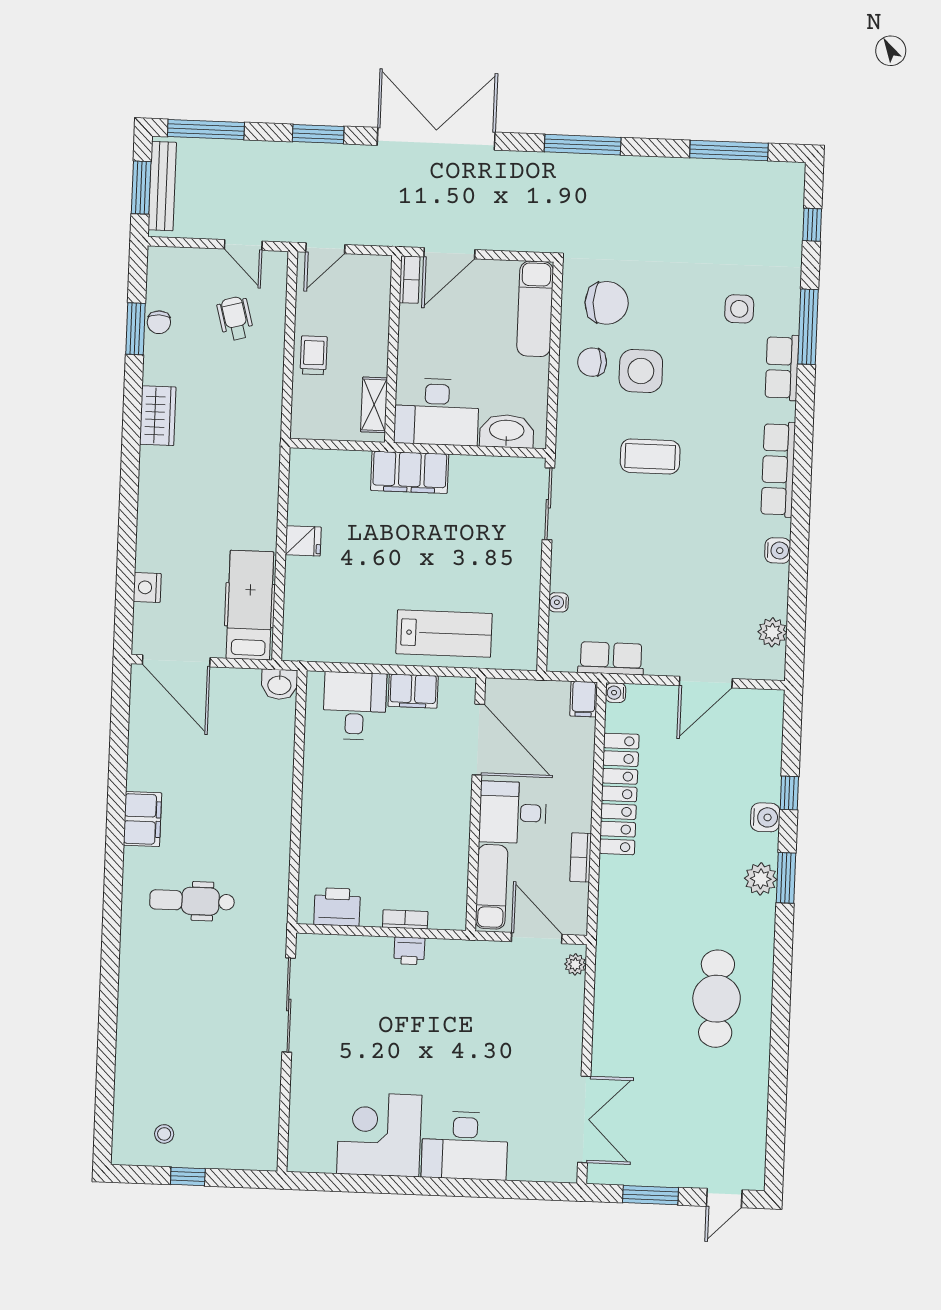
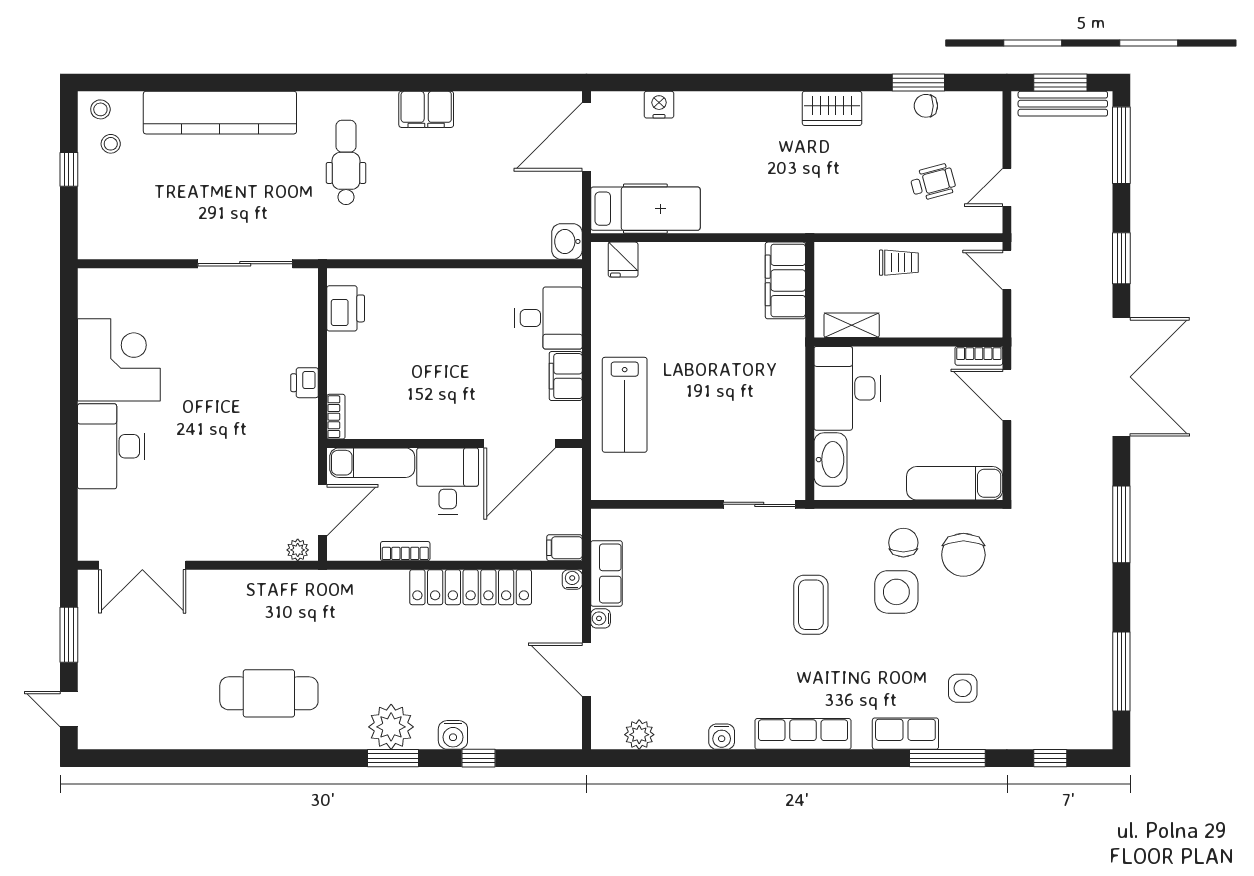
filing cabinet: (410, 472) -> (785, 280), moved
fridge: (303, 541) -> (623, 260), moved
water cooler: (558, 602) -> (601, 618), moved, turned -90
plant: (761, 879) -> (391, 727), width x1.36, depth x1.36
bookcase: (405, 919) -> (336, 417), moved
kitchen counter: (137, 1024) -> (220, 113), added
stool: (130, 1143) -> (100, 109), added

